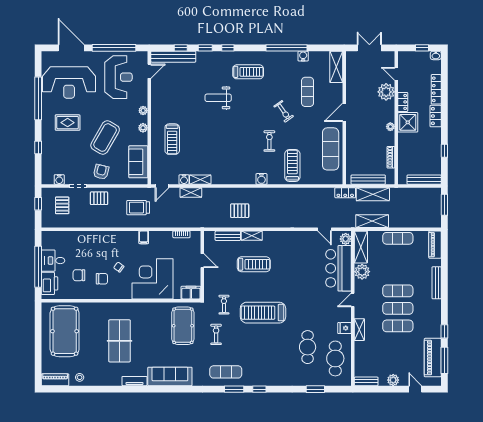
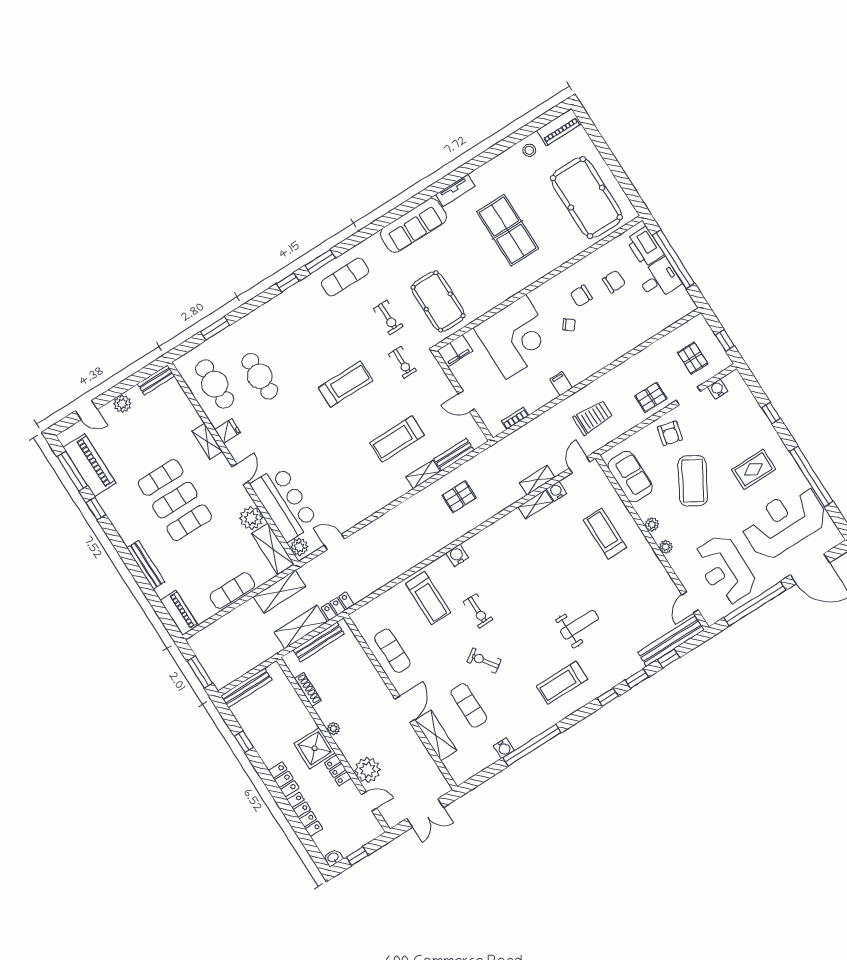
shelving: (336, 67) -> (436, 735), moved
exercise mat: (331, 149) -> (392, 651), width x0.73, depth x0.69
treadmill: (263, 313) -> (346, 384), width x0.73, depth x0.73

